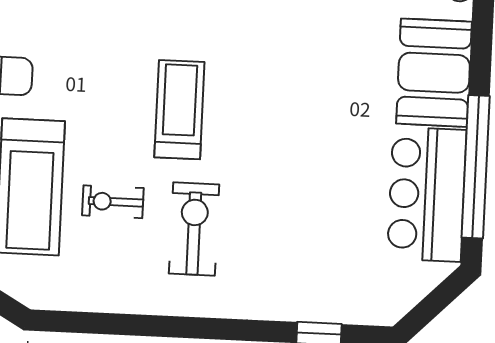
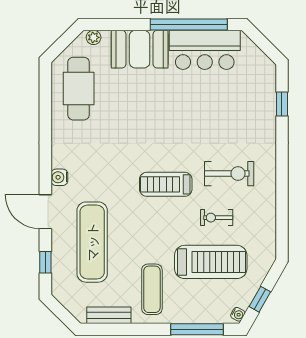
exercise bike: (113, 202) -> (217, 218), turned 90
exercise bike: (194, 229) -> (229, 174), turned 180

